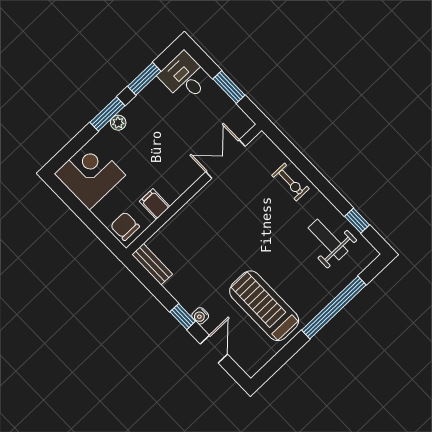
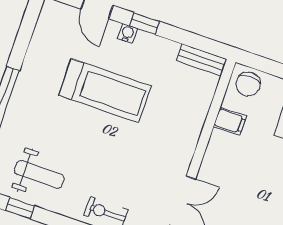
chair: (125, 226) -> (248, 84), turned 90
treadmill: (264, 306) -> (105, 91), moved

